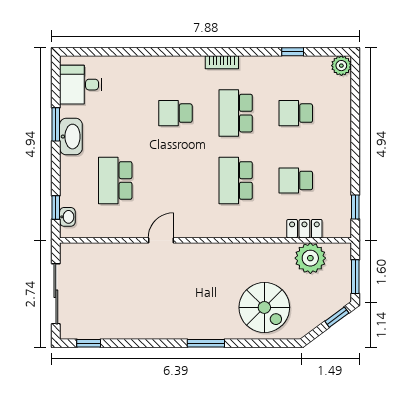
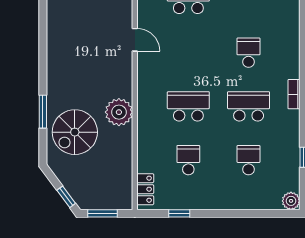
window: (355, 207) -> (179, 213), moved
locker: (304, 229) -> (145, 189), moved
plant: (310, 258) -> (119, 112), moved
window: (206, 343) -> (43, 112), moved

